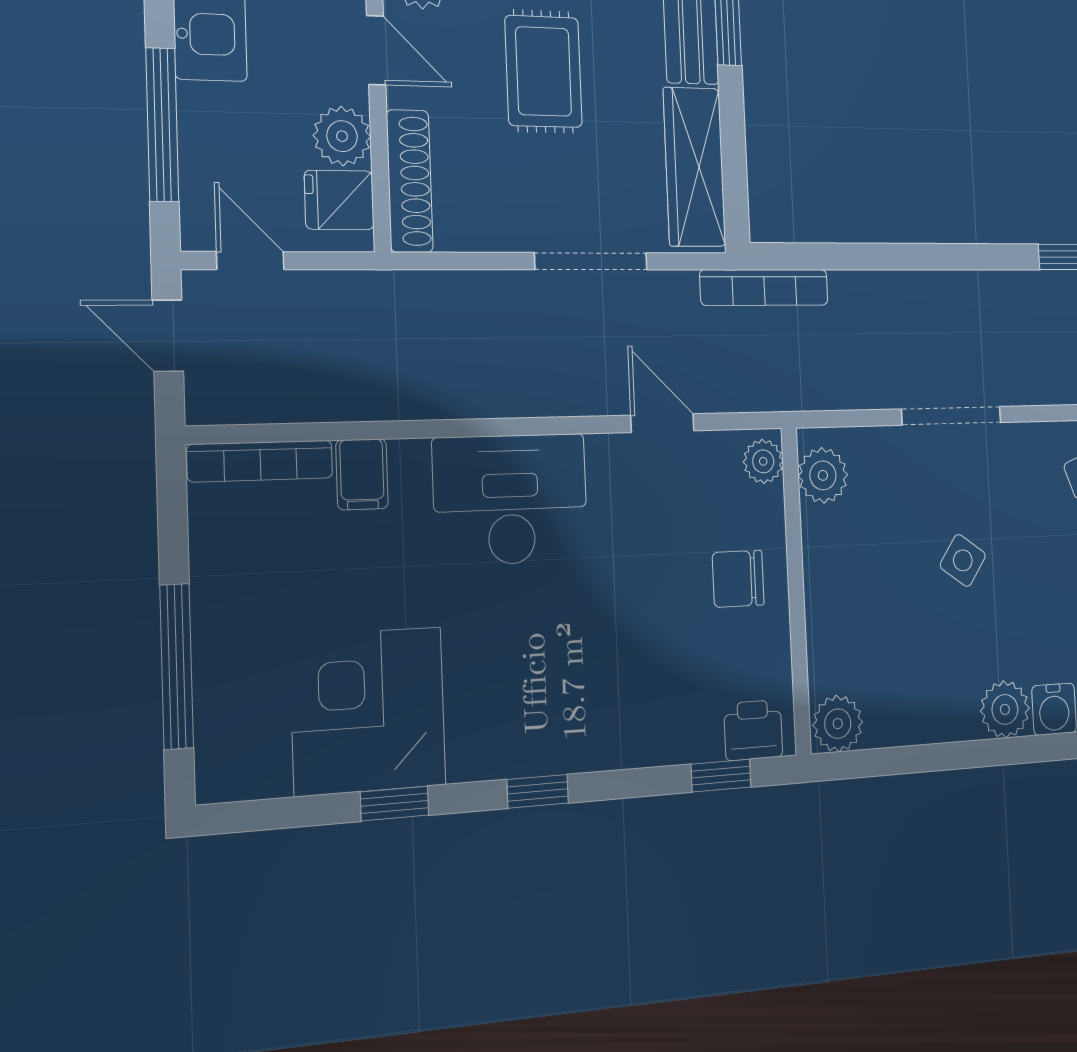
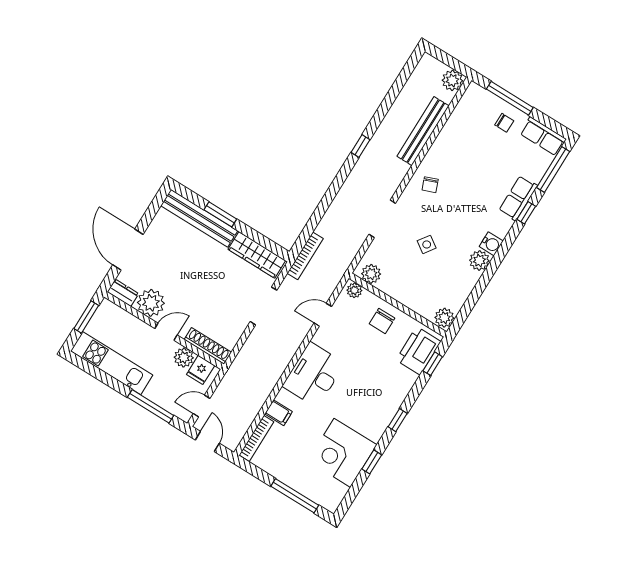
rug: (544, 71) -> (201, 285), removed
door: (168, 336) -> (207, 442), swing flipped
printer: (753, 730) -> (418, 351), width x1.87, depth x1.48

